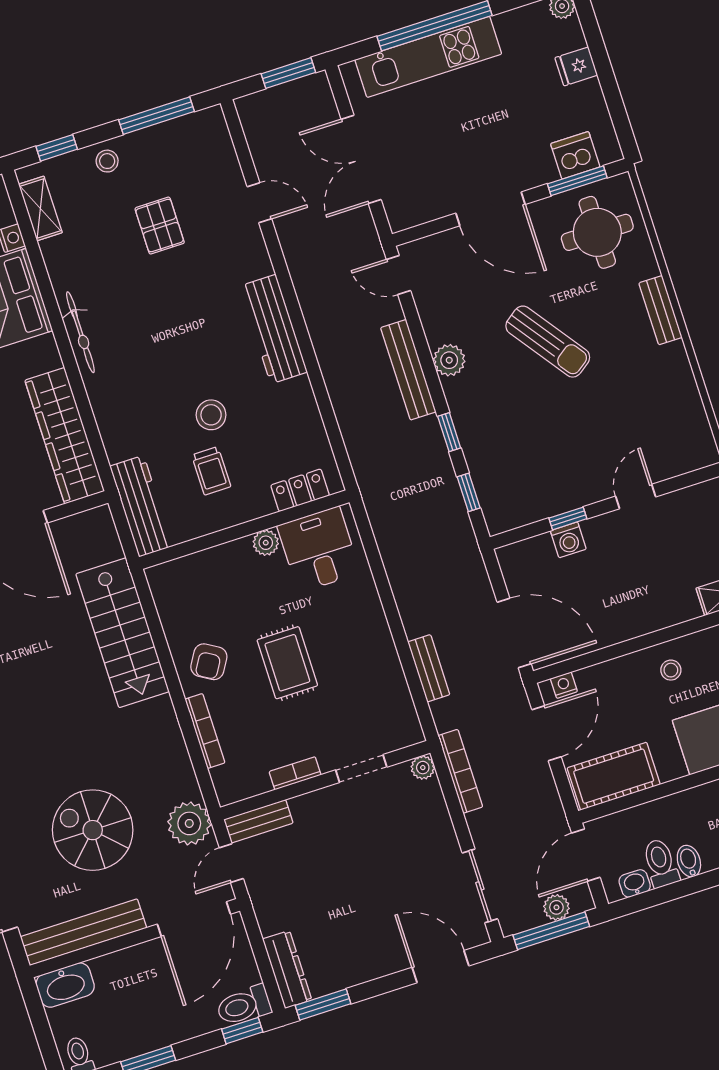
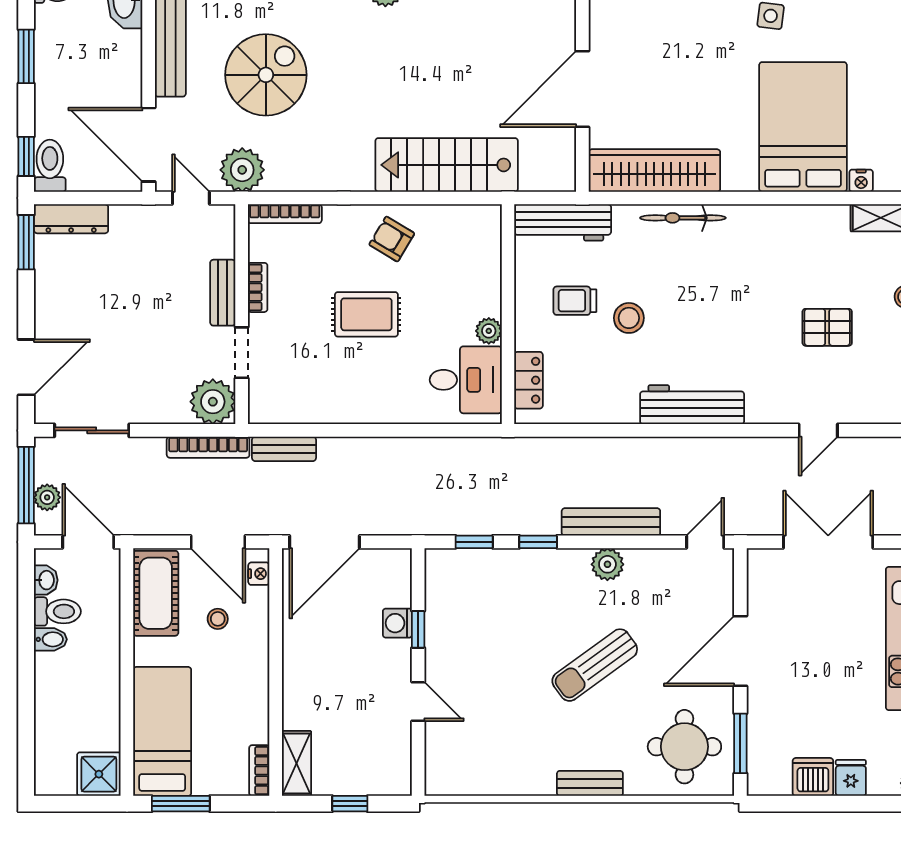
dishwasher: (575, 155) -> (813, 777), moved, turned -90
bicycle: (80, 332) -> (683, 218), moved
bench: (429, 668) -> (284, 449), moved
stool: (671, 670) -> (218, 619), moved
bookcase: (205, 731) -> (285, 214), moved
plant: (423, 768) -> (213, 402), width x1.88, depth x1.88
bench: (258, 821) -> (223, 293), moved

